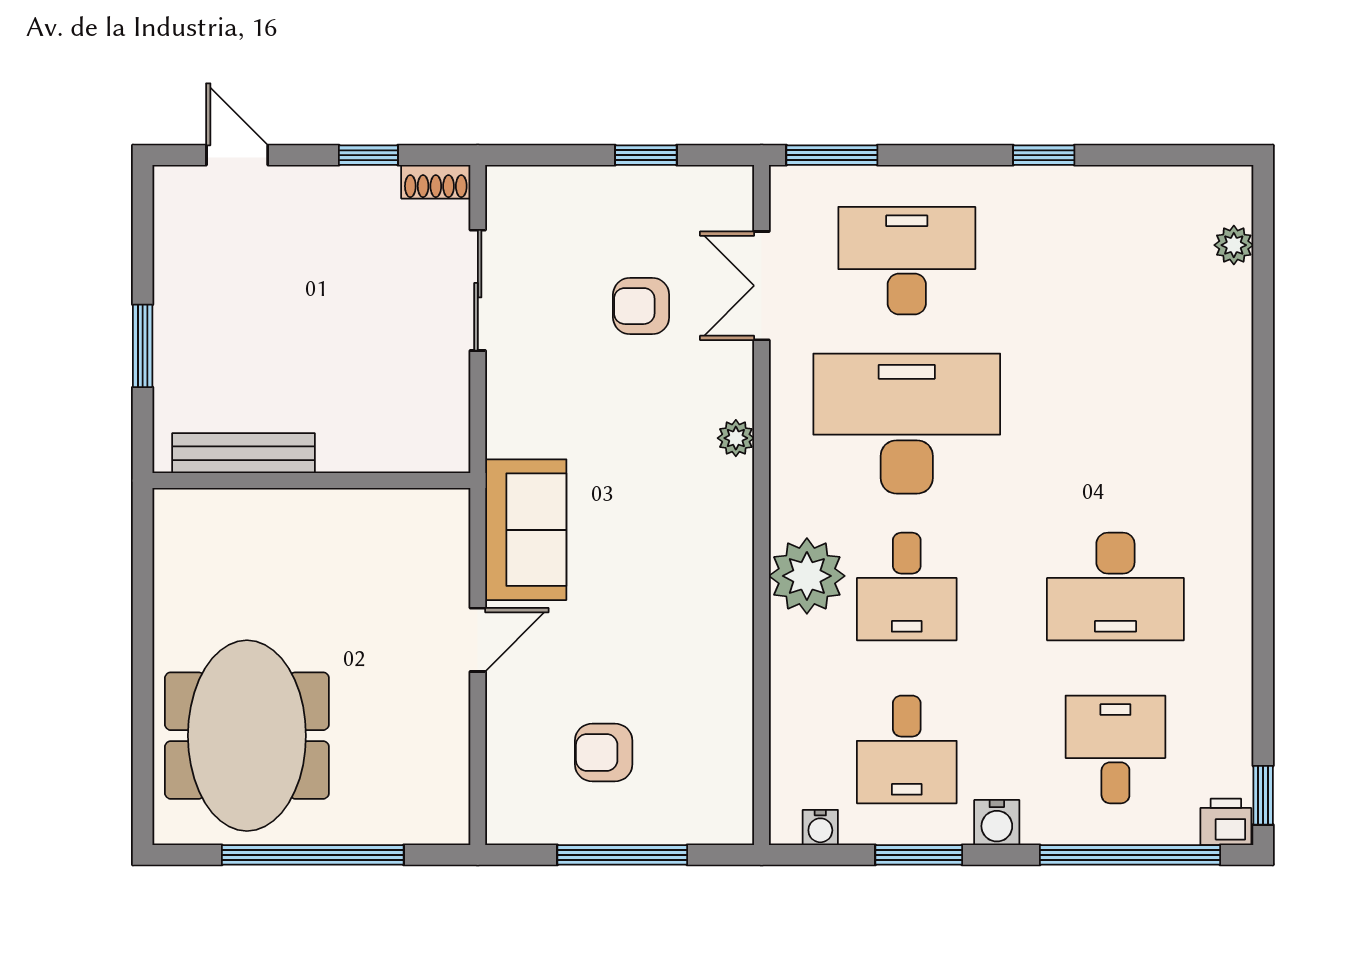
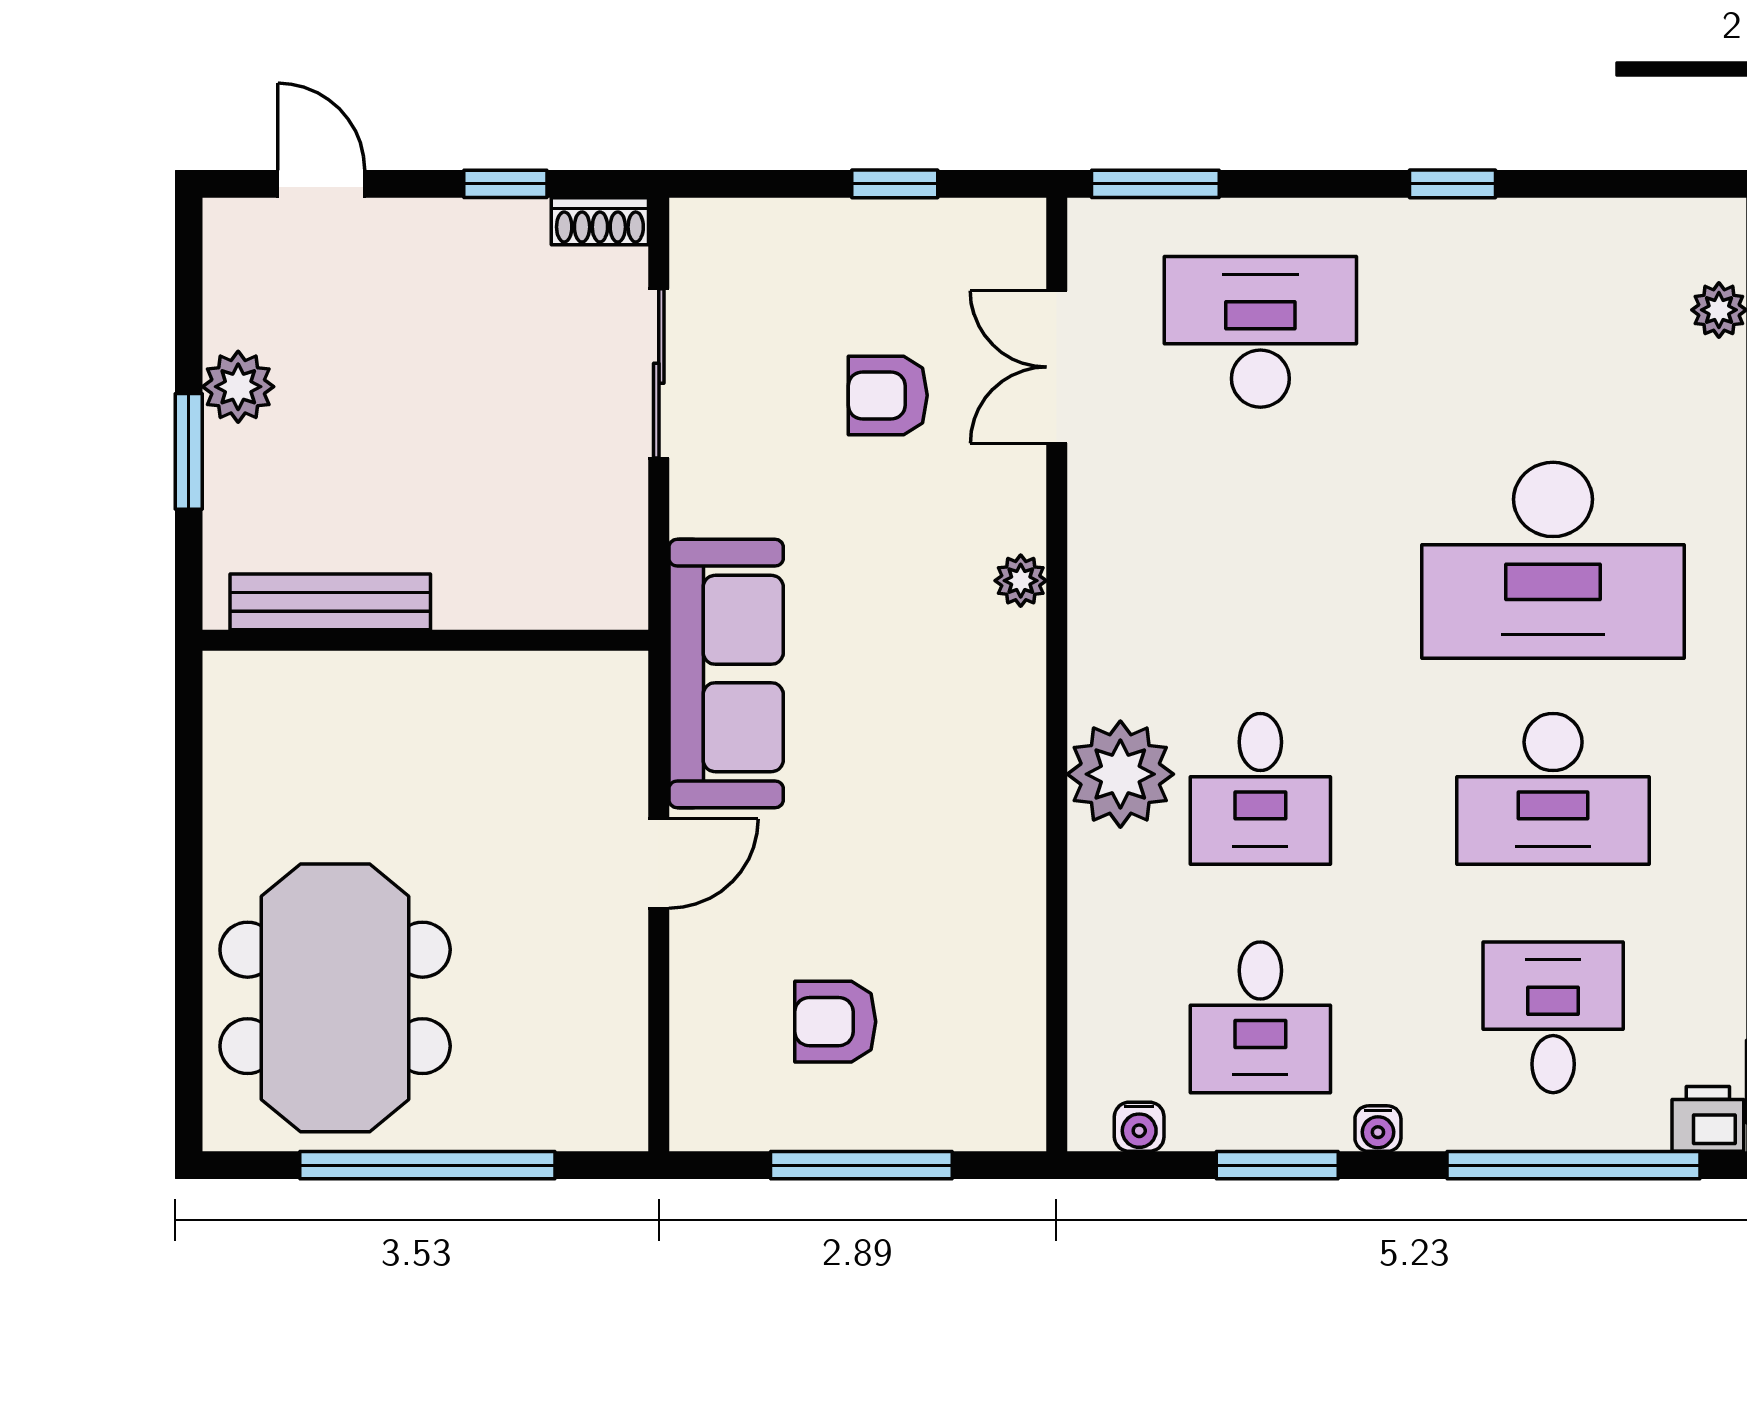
plant: (178, 300) -> (238, 387), added
desk: (907, 424) -> (1553, 560), moved, turned 180
sofa: (526, 530) -> (726, 674), width x1.36
water cooler: (997, 822) -> (1378, 1129), width x0.72, depth x0.72

